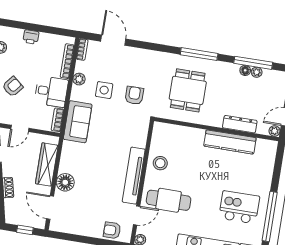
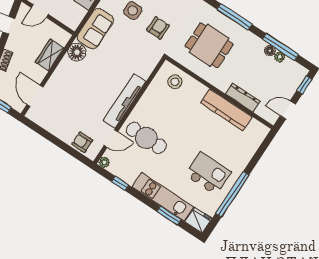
dining table: (188, 90) -> (209, 45), turned 90
bookcase: (57, 120) -> (78, 19), removed
plant: (275, 131) -> (272, 118), removed
stool: (160, 163) -> (175, 82), moved
wardrobe: (47, 164) -> (50, 55), width x0.67
floor lamp: (65, 182) -> (77, 52), moved

